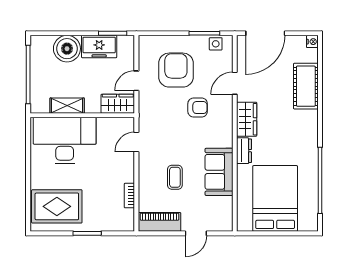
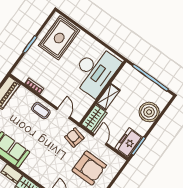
freezer: (99, 47) -> (129, 143), moved
shelving: (67, 106) -> (108, 97), moved
armchair: (198, 108) -> (74, 138), moved, turned 103
coffee table: (175, 177) -> (41, 111), moved

